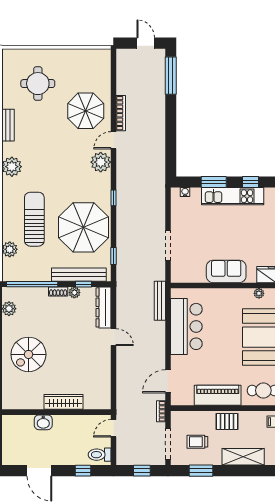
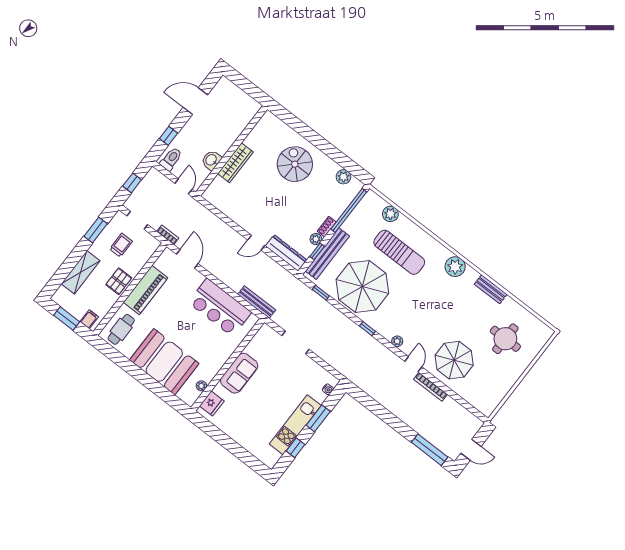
plant: (101, 162) -> (397, 341), width x0.53, depth x0.53
washbasin: (43, 422) -> (211, 160), moved
doorway: (168, 444) -> (137, 220), width x0.73

